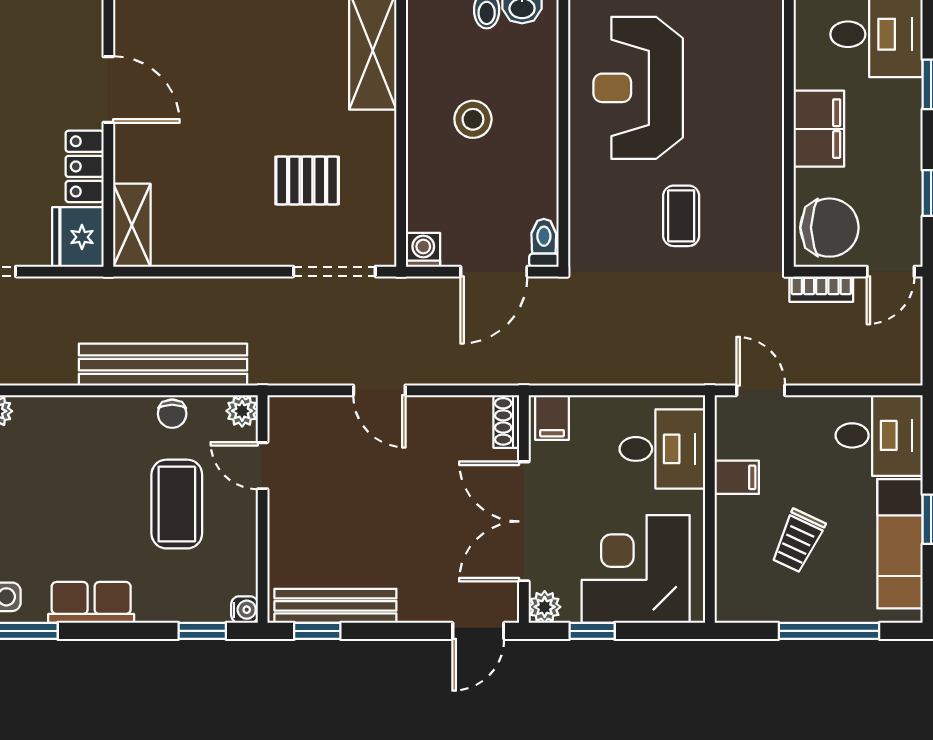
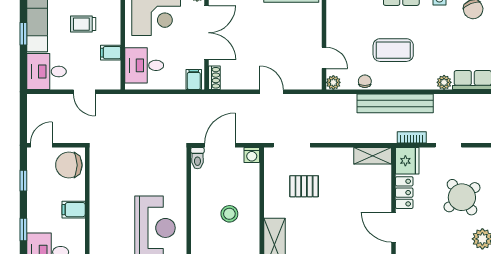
filing cabinet: (819, 129) -> (74, 210), width x0.50
coffee table: (681, 216) -> (136, 170), removed
shelving: (132, 225) -> (373, 156), moved, turned 90
bookcase: (821, 289) -> (412, 137), moved
bench: (163, 365) -> (395, 103), moved
door: (761, 390) -> (84, 92), moved
coffee table: (177, 504) -> (393, 50), moved, turned 90
trolley: (798, 541) -> (83, 24), turned -115

